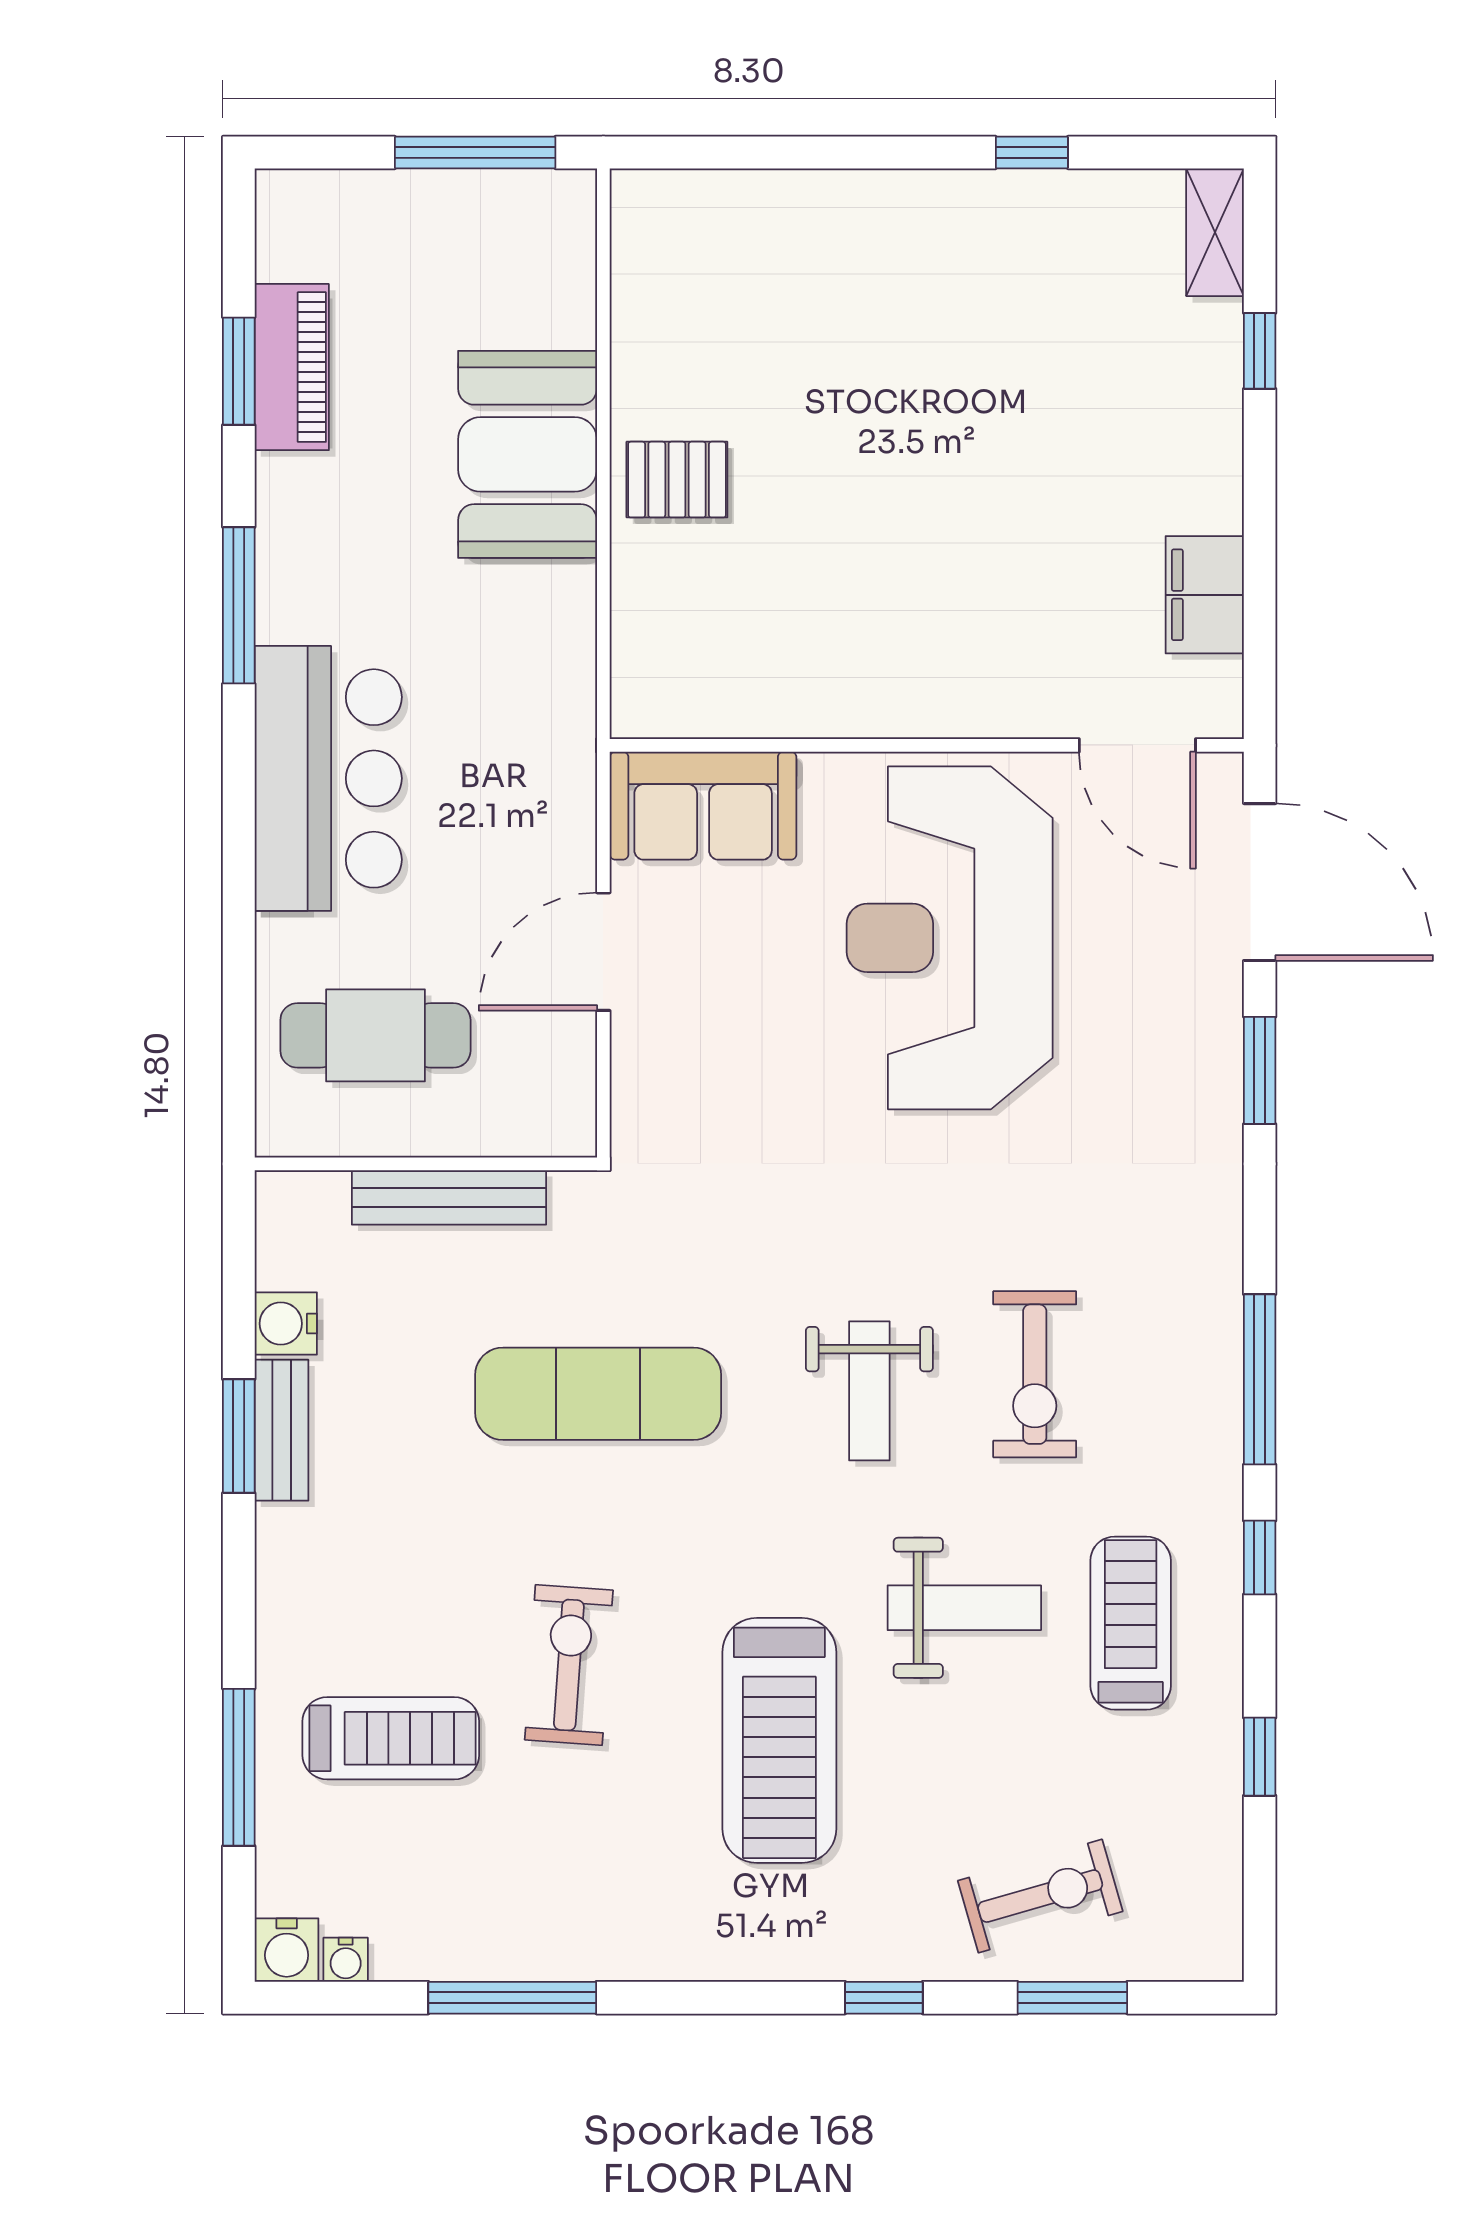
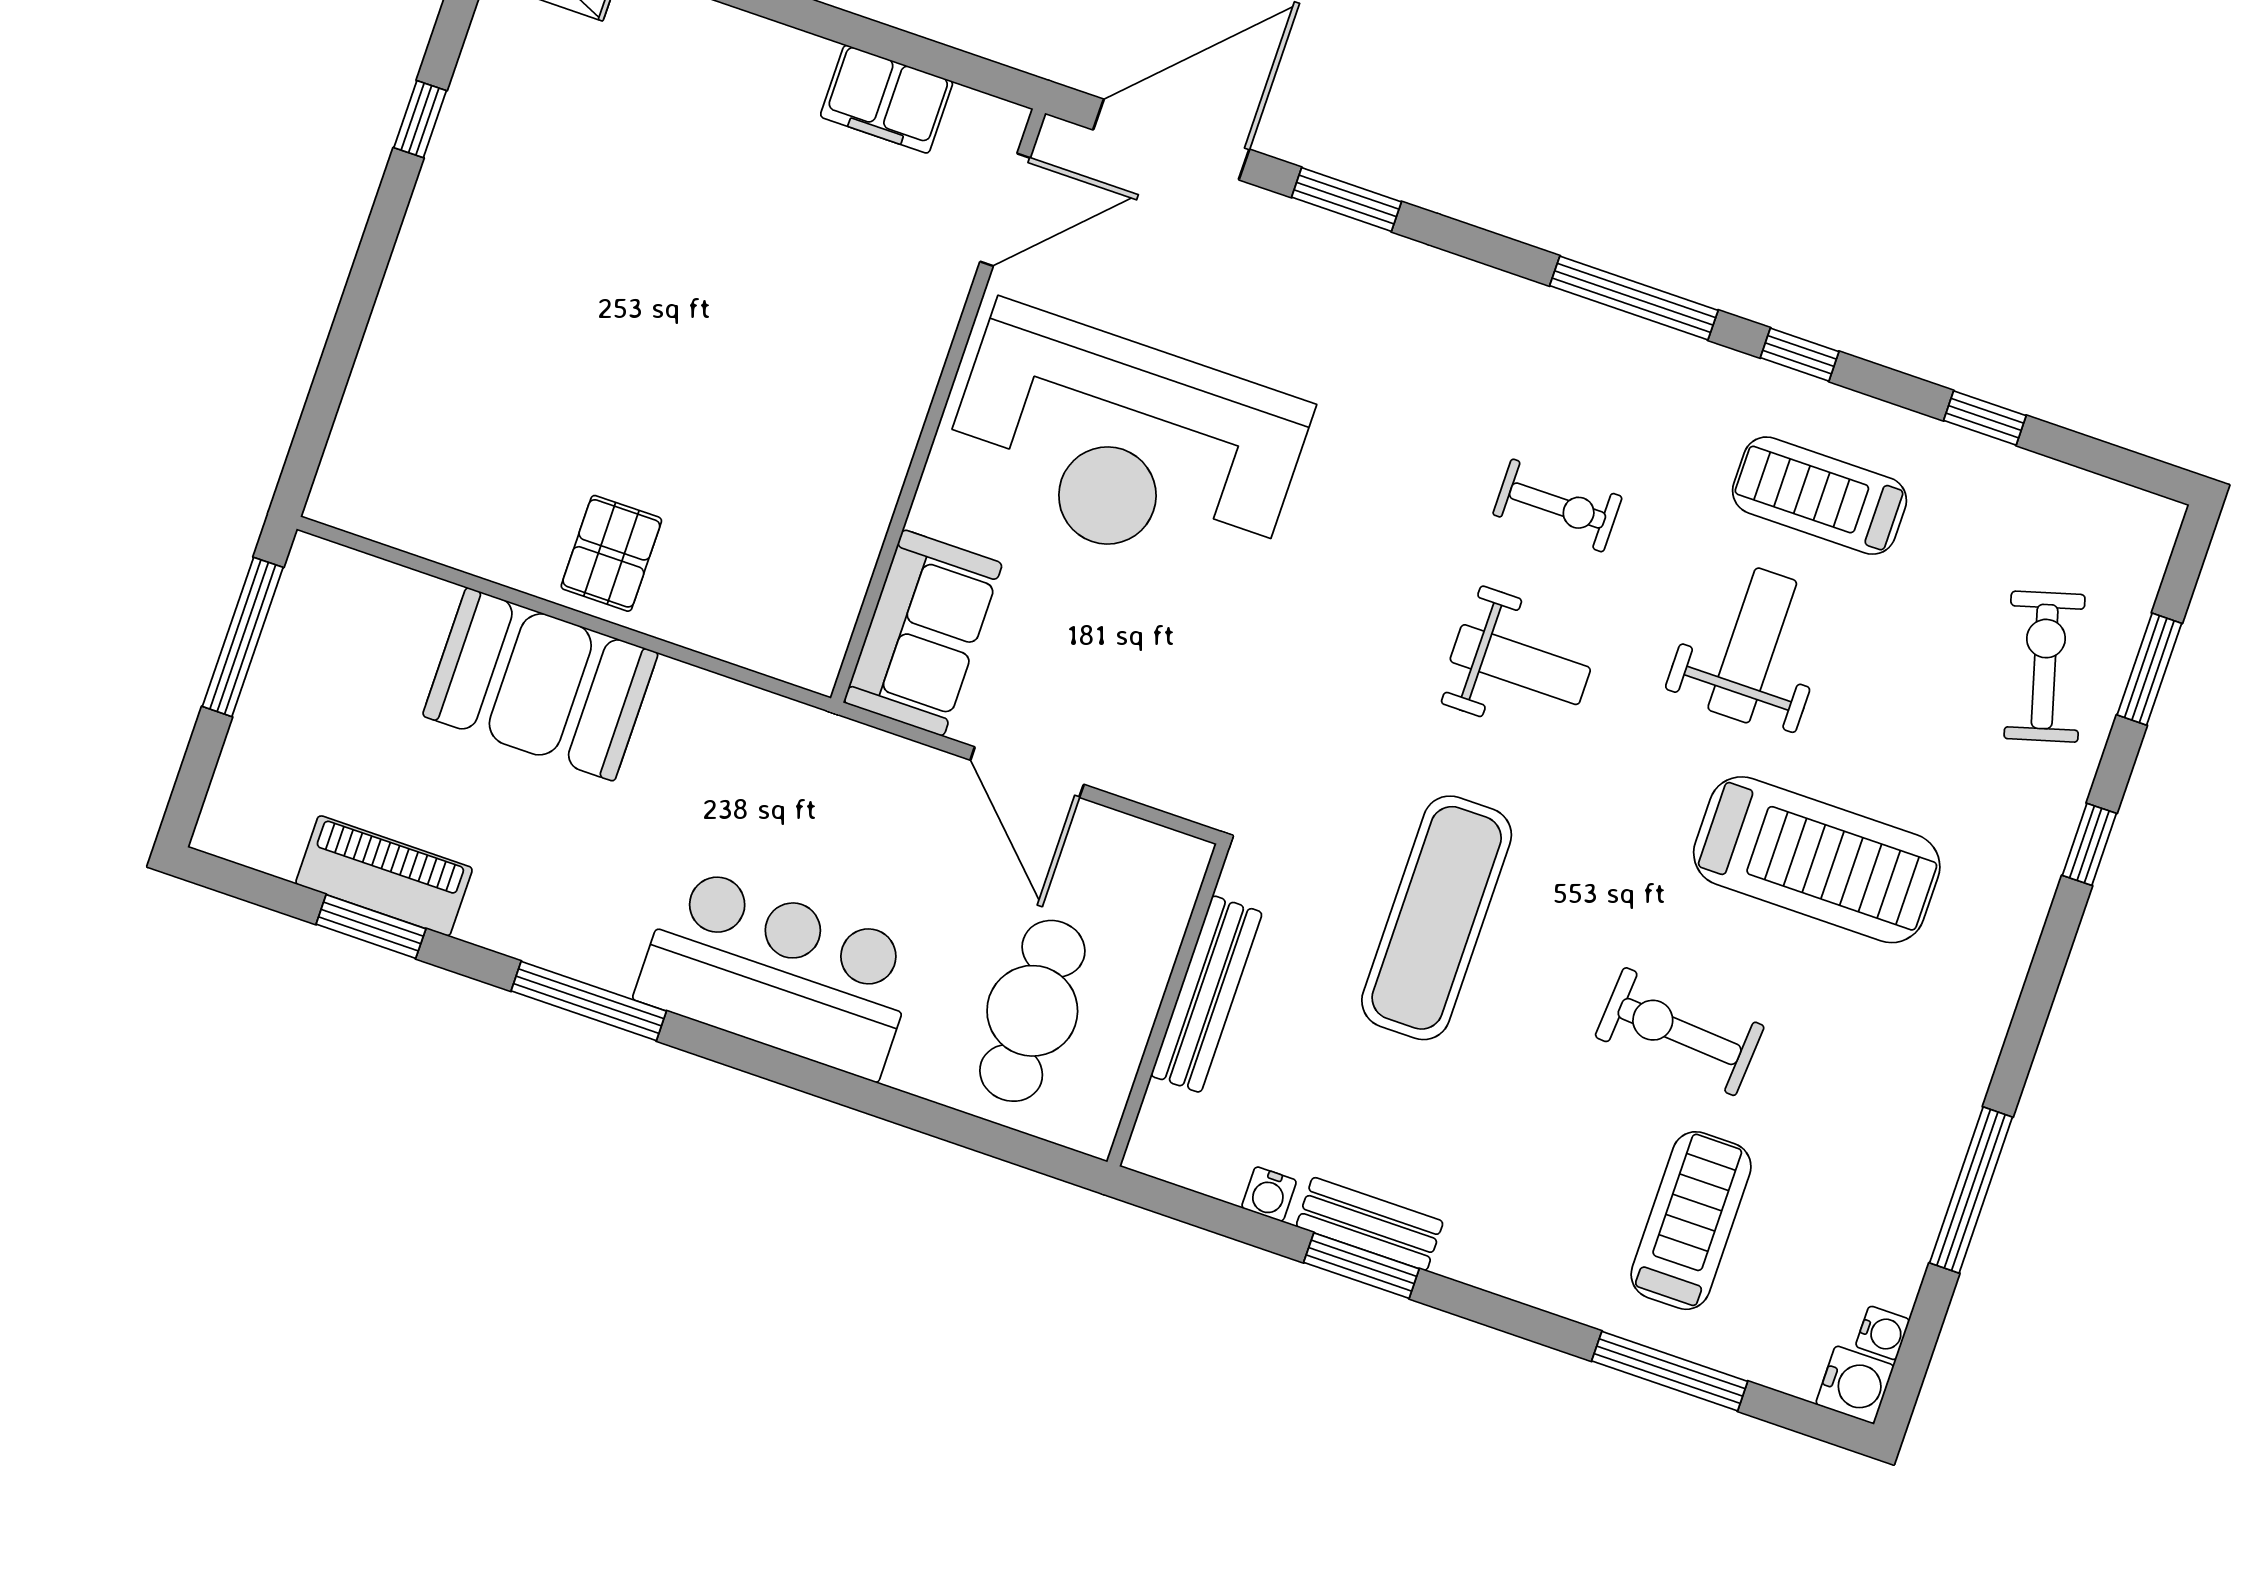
water cooler: (286, 1324) -> (1269, 1194), width x0.72, depth x0.72
exercise bike: (1035, 1374) -> (1557, 505), width x0.73, depth x0.72

